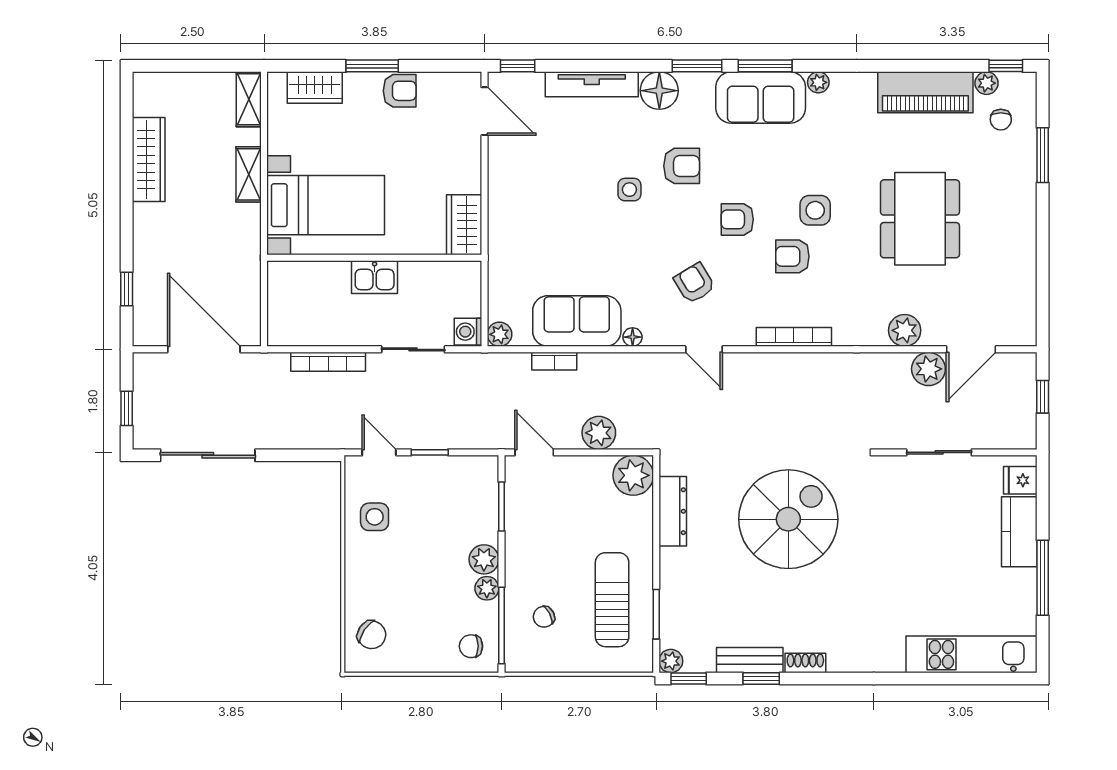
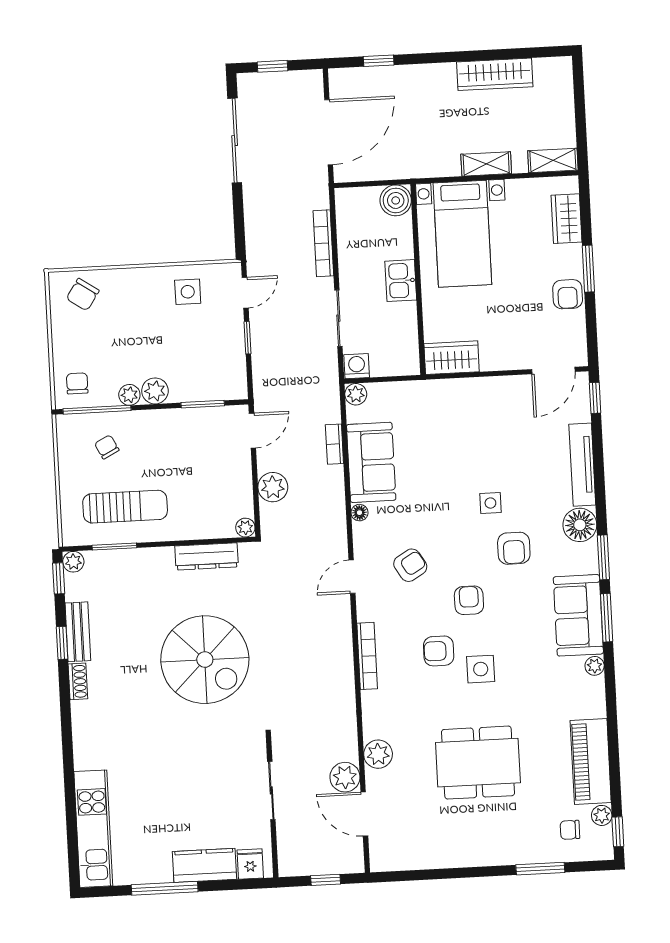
armchair: (792, 256) -> (439, 651), turned -90
boiler: (284, 278) -> (396, 200), added
plant: (633, 475) -> (245, 528), width x0.53, depth x0.53

